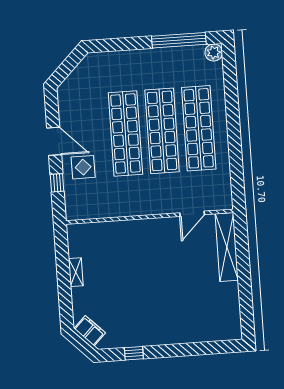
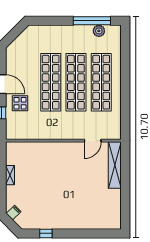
plant: (214, 53) -> (99, 31), moved
filing cabinet: (90, 331) -> (14, 213), width x0.50

